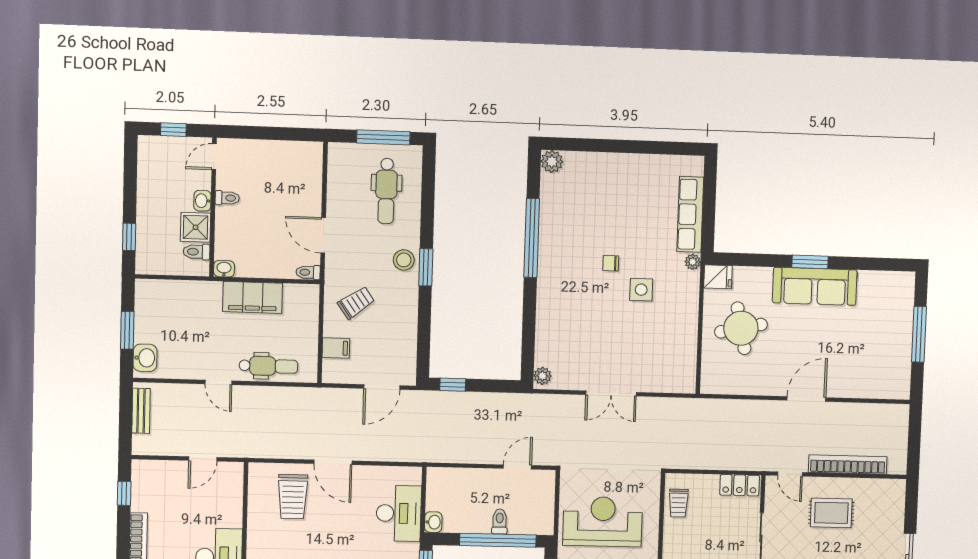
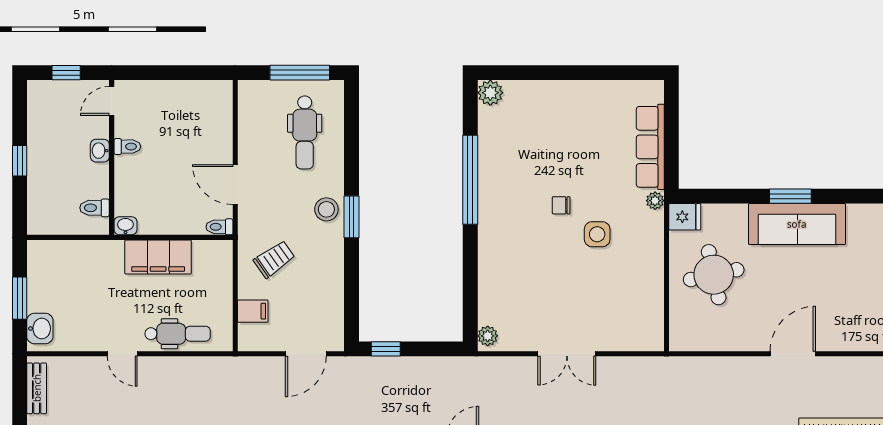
shower: (196, 227) -> (93, 180), removed
window: (129, 237) -> (20, 161), moved

